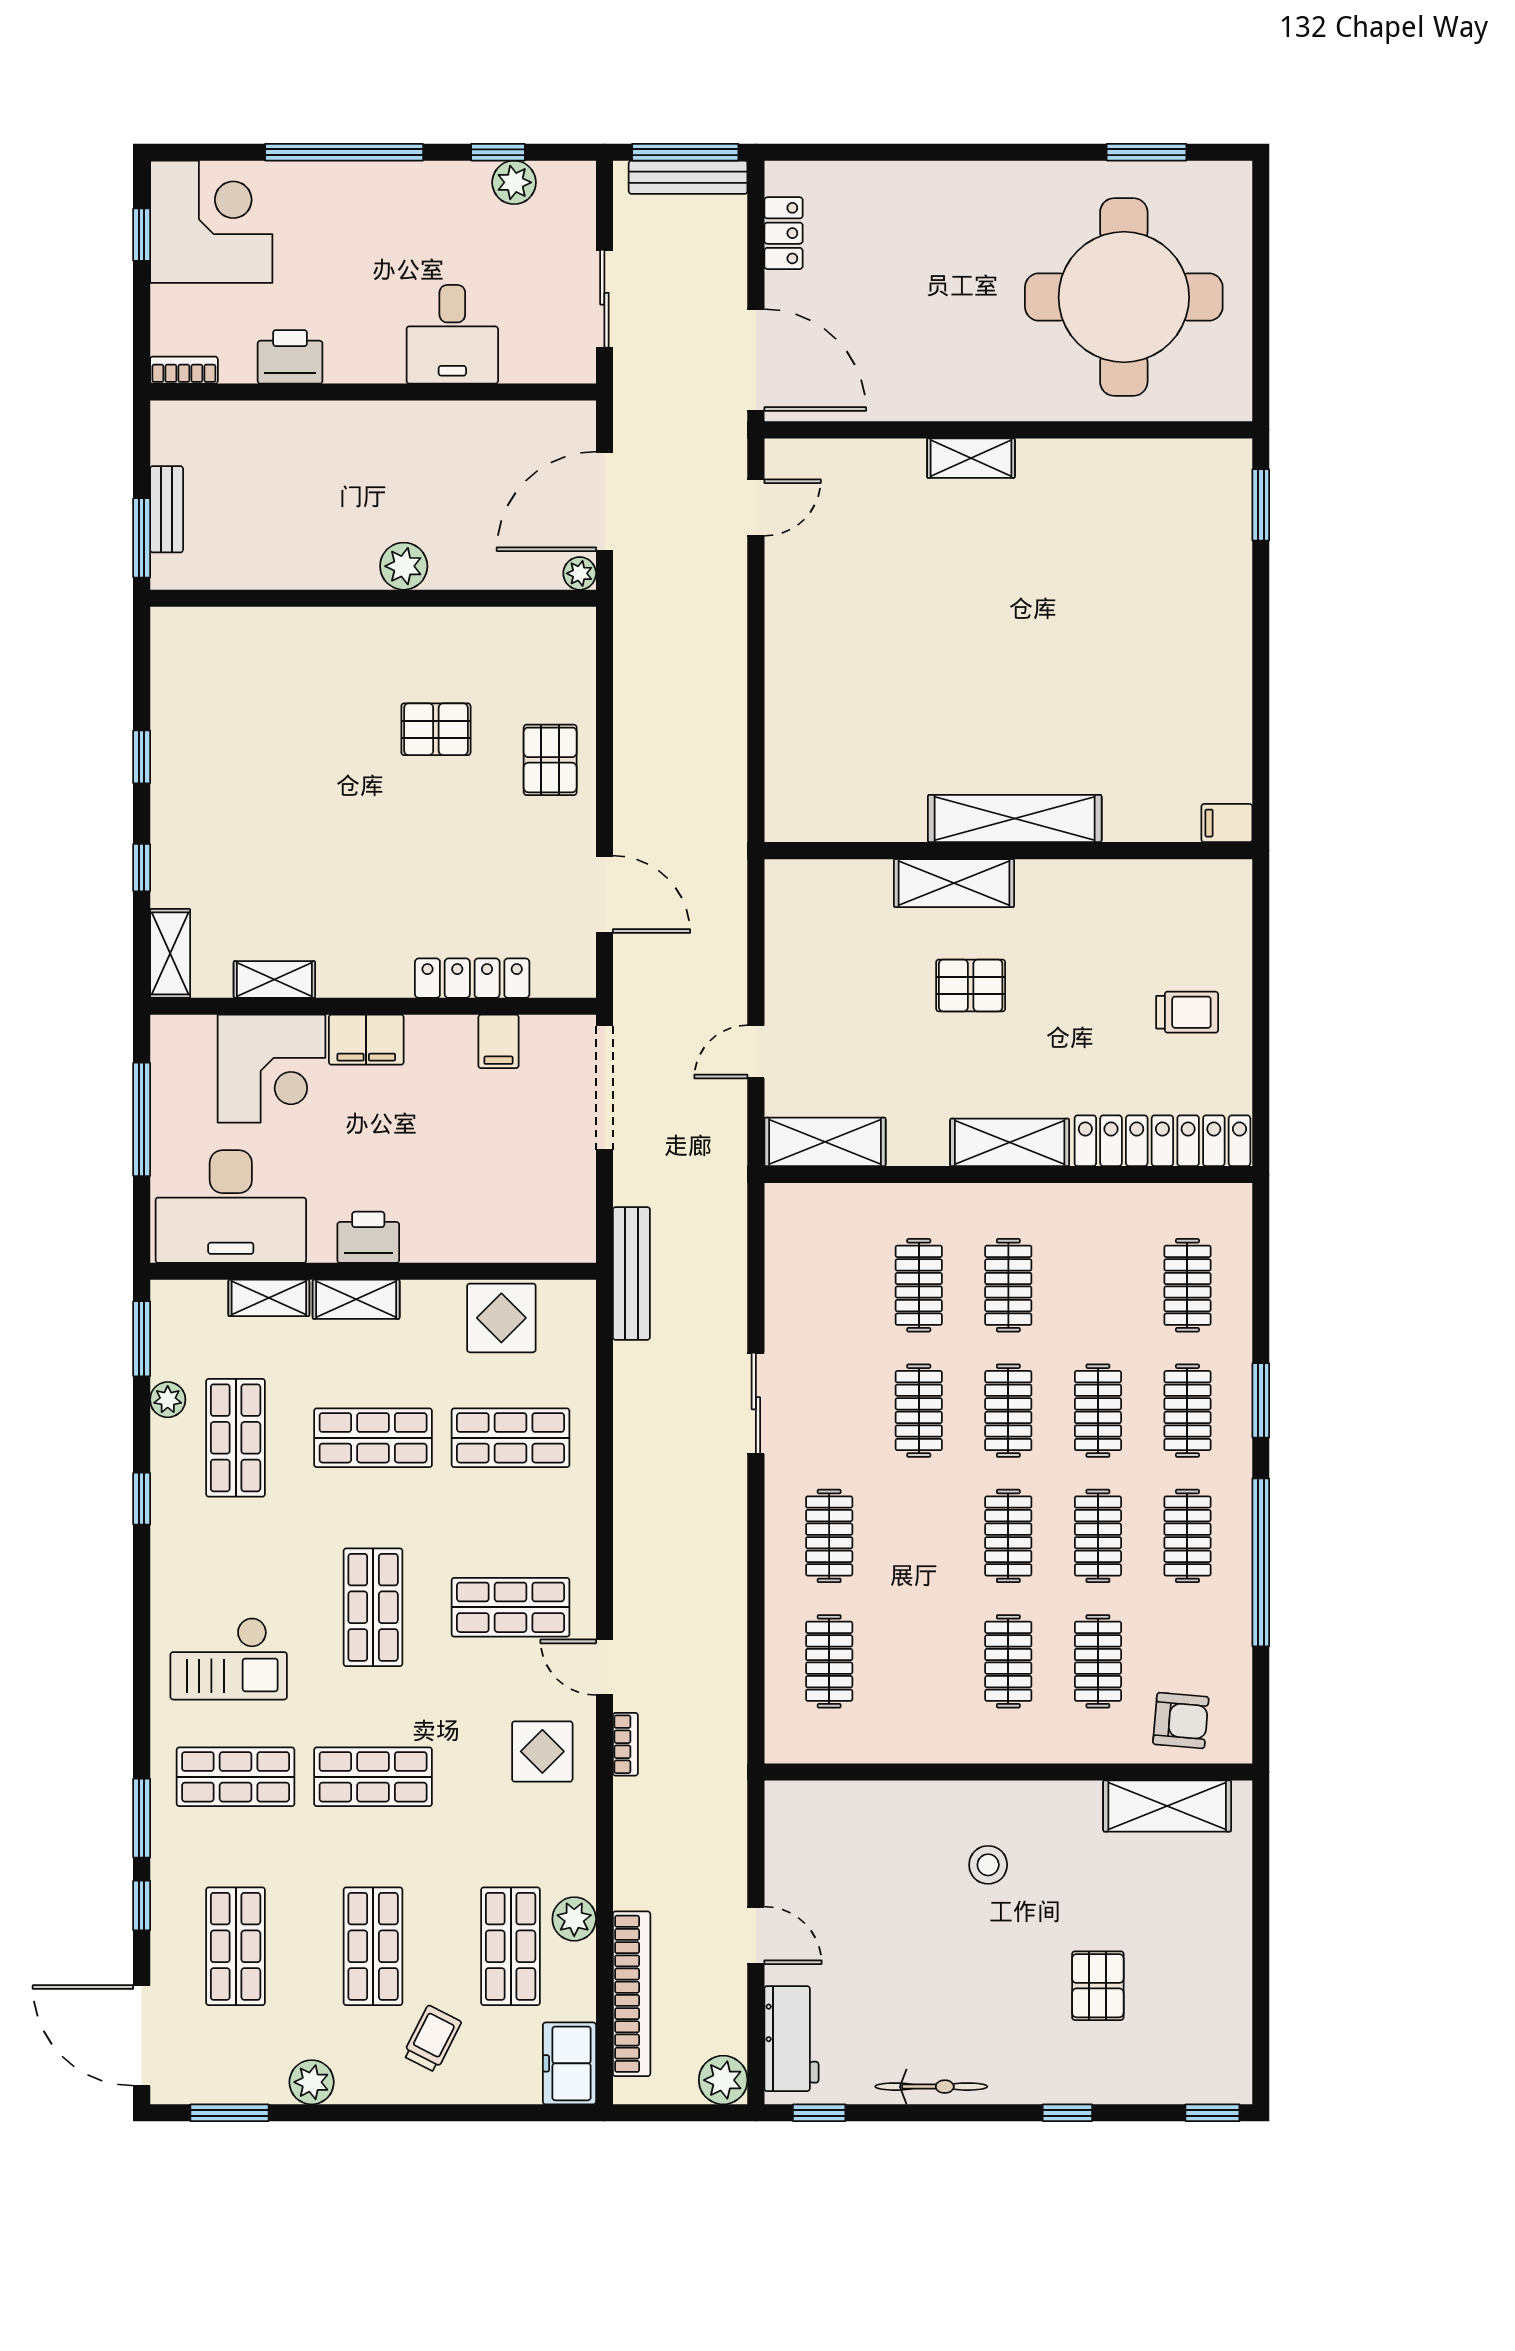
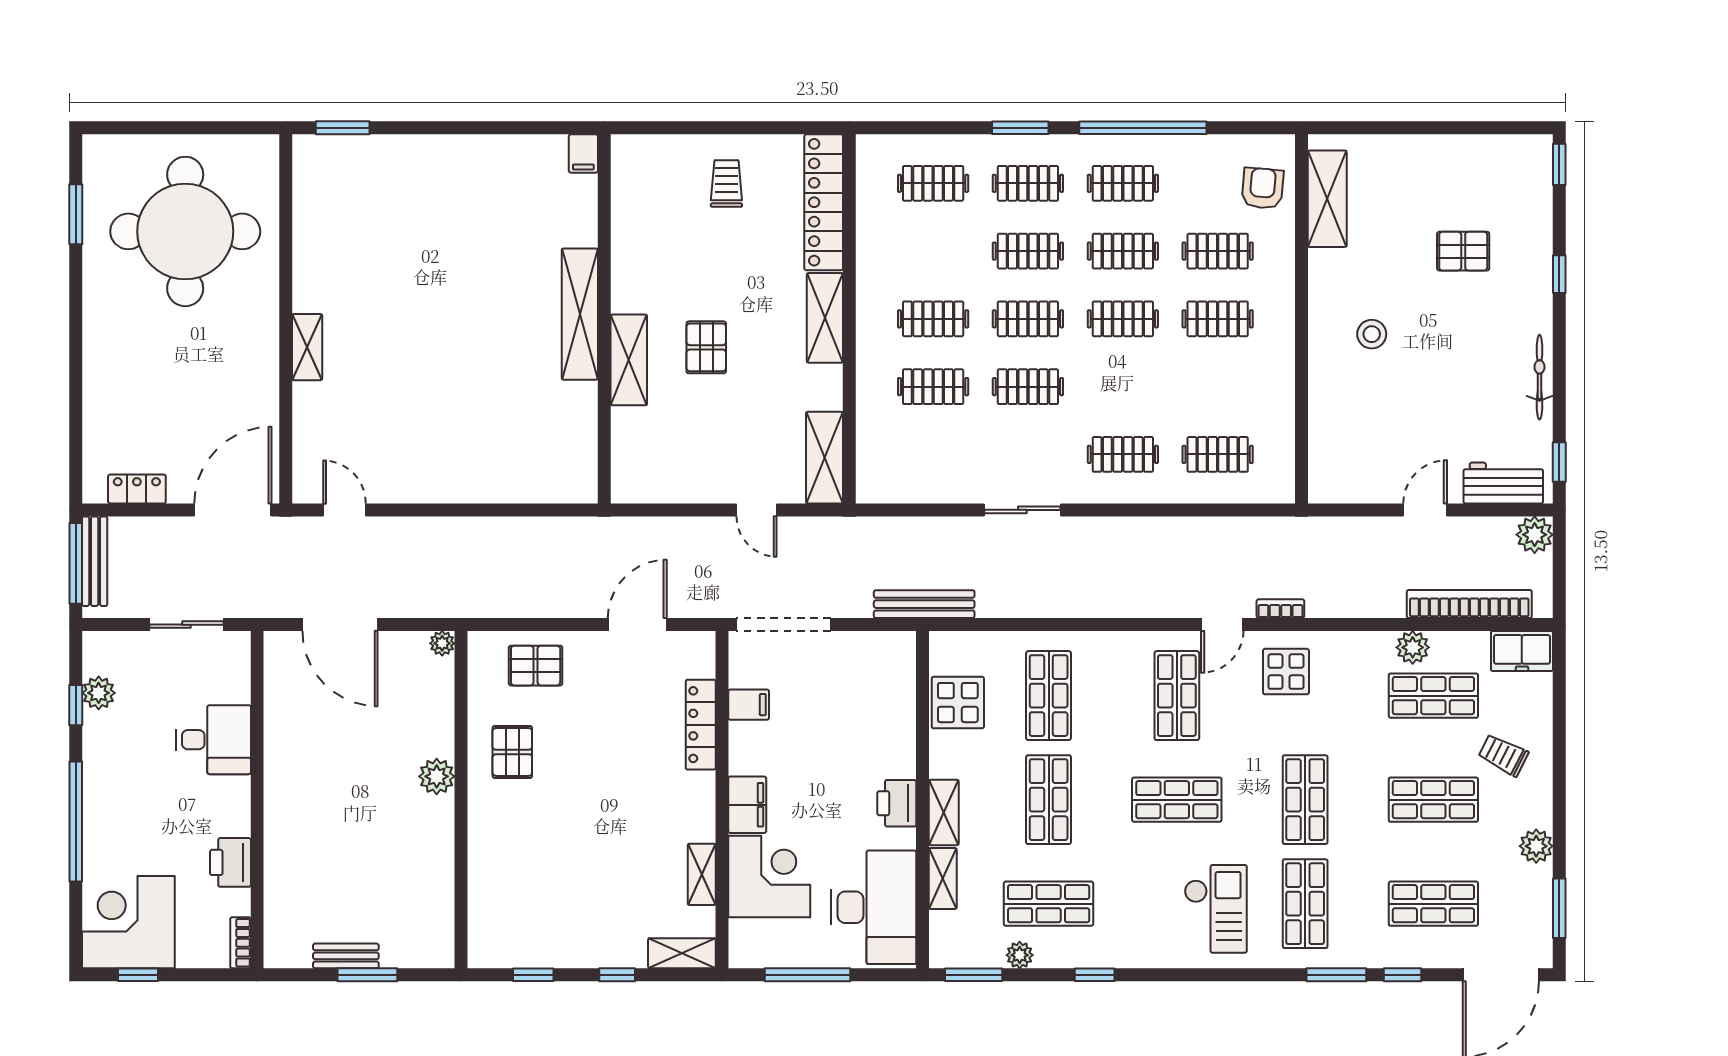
plant: (404, 566) -> (437, 776), moved
plant: (580, 573) -> (442, 643), moved
wall: (373, 598) -> (461, 800), moved

